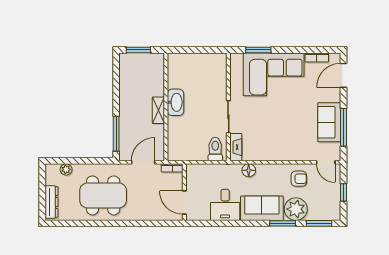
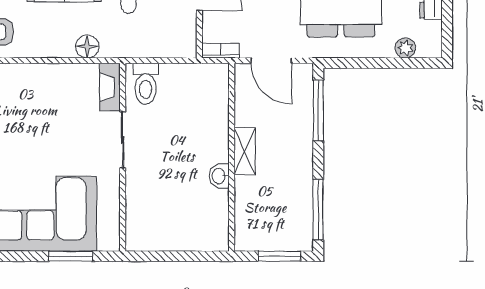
window: (116, 77) -> (318, 210), added
washbasin: (175, 102) -> (219, 176), width x0.52, depth x0.69
door: (143, 162) -> (271, 61), hinge flipped

